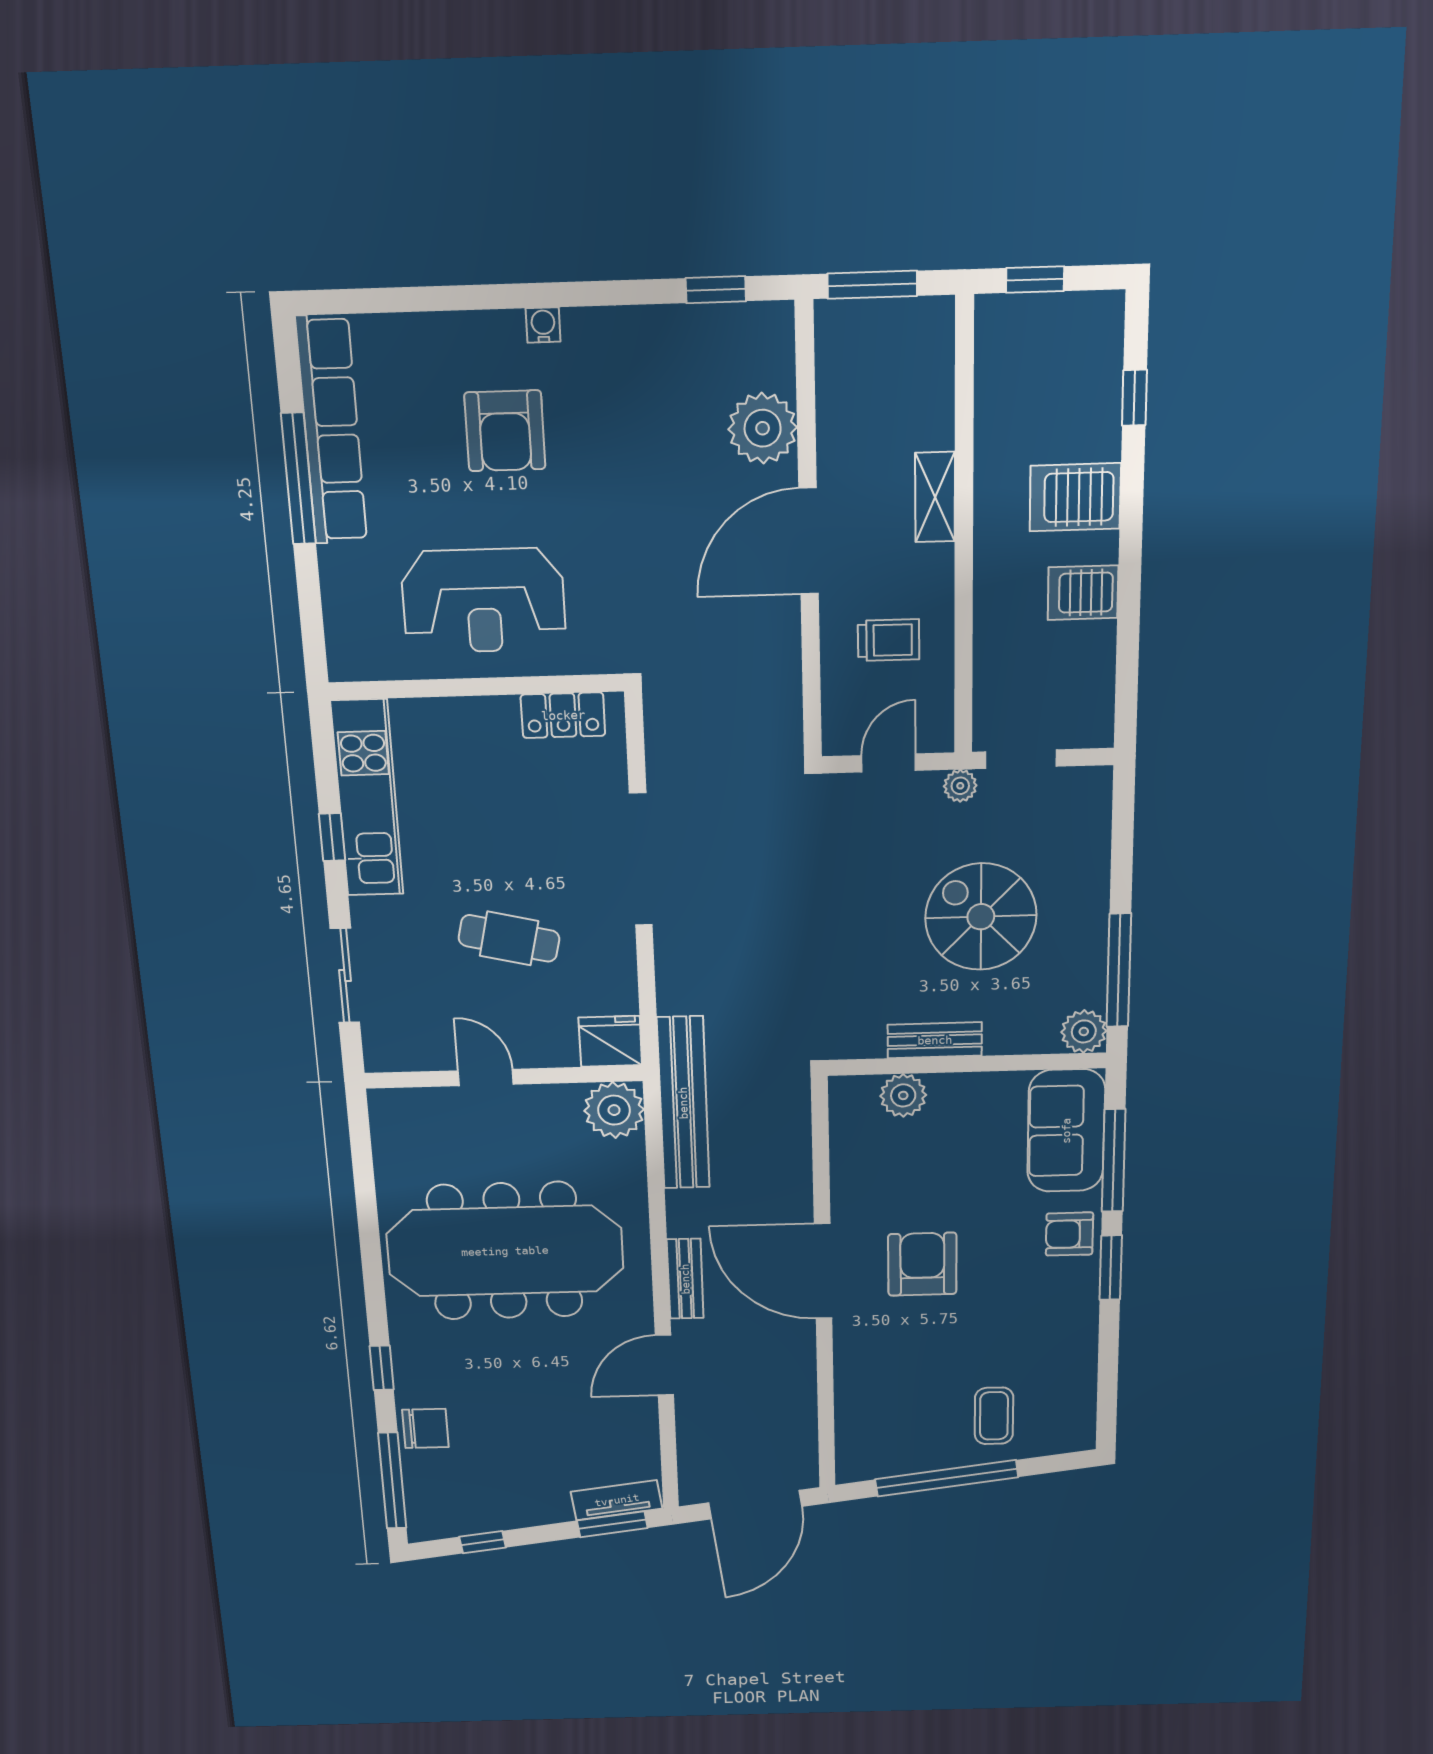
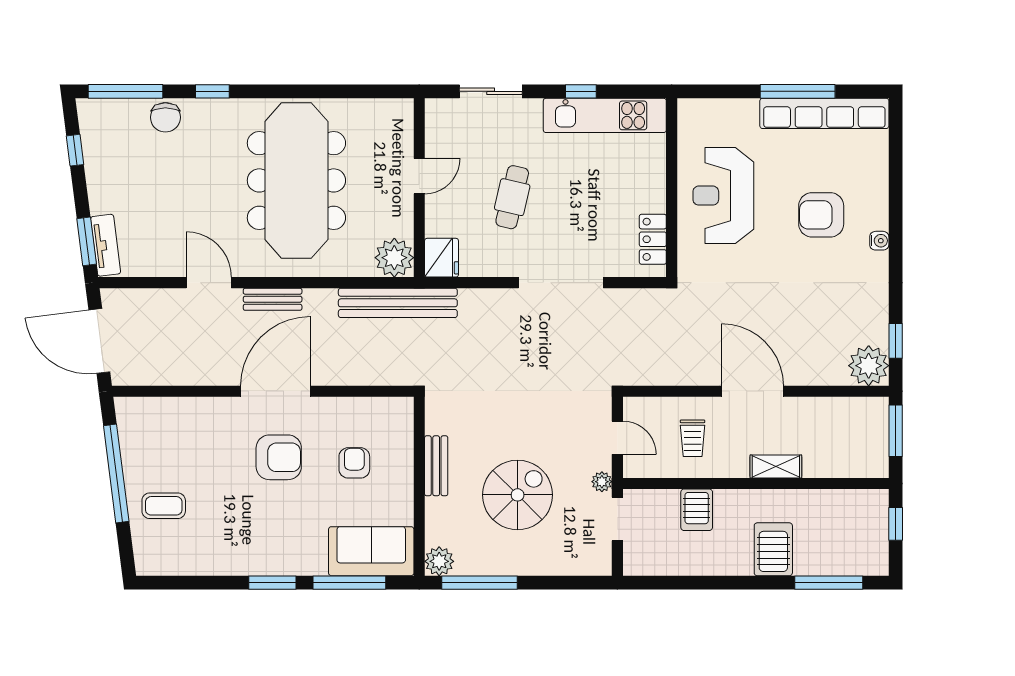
window: (1134, 398) -> (829, 583), width x2.17
plant: (763, 428) -> (869, 366), moved
server rack: (1083, 593) -> (697, 510), moved, turned 180
plant: (903, 1095) -> (399, 445), removed
armchair: (1069, 1234) -> (354, 463), moved

